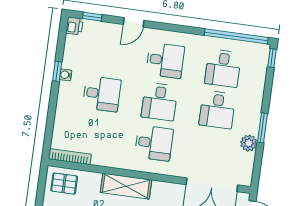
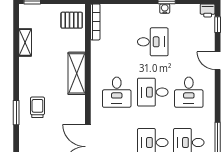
desk: (102, 94) -> (153, 42), turned -90
pallet: (64, 184) -> (72, 20), turned 90

